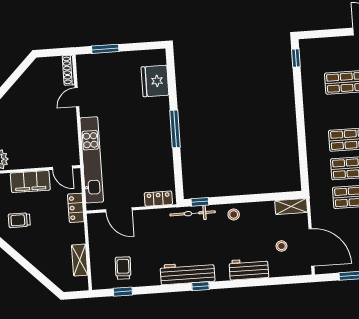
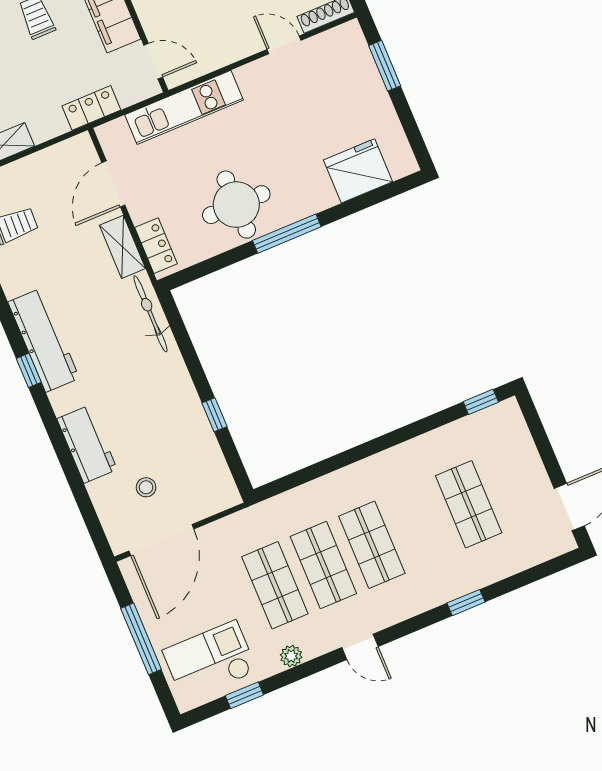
round table: (151, 150) -> (236, 205), added
kitchen unit: (92, 160) -> (184, 107), width x0.73
door: (62, 168) -> (153, 61), swing flipped
window: (200, 202) -> (214, 415), moved
shelving: (291, 206) -> (123, 247), moved
stool: (234, 214) -> (173, 386), removed

